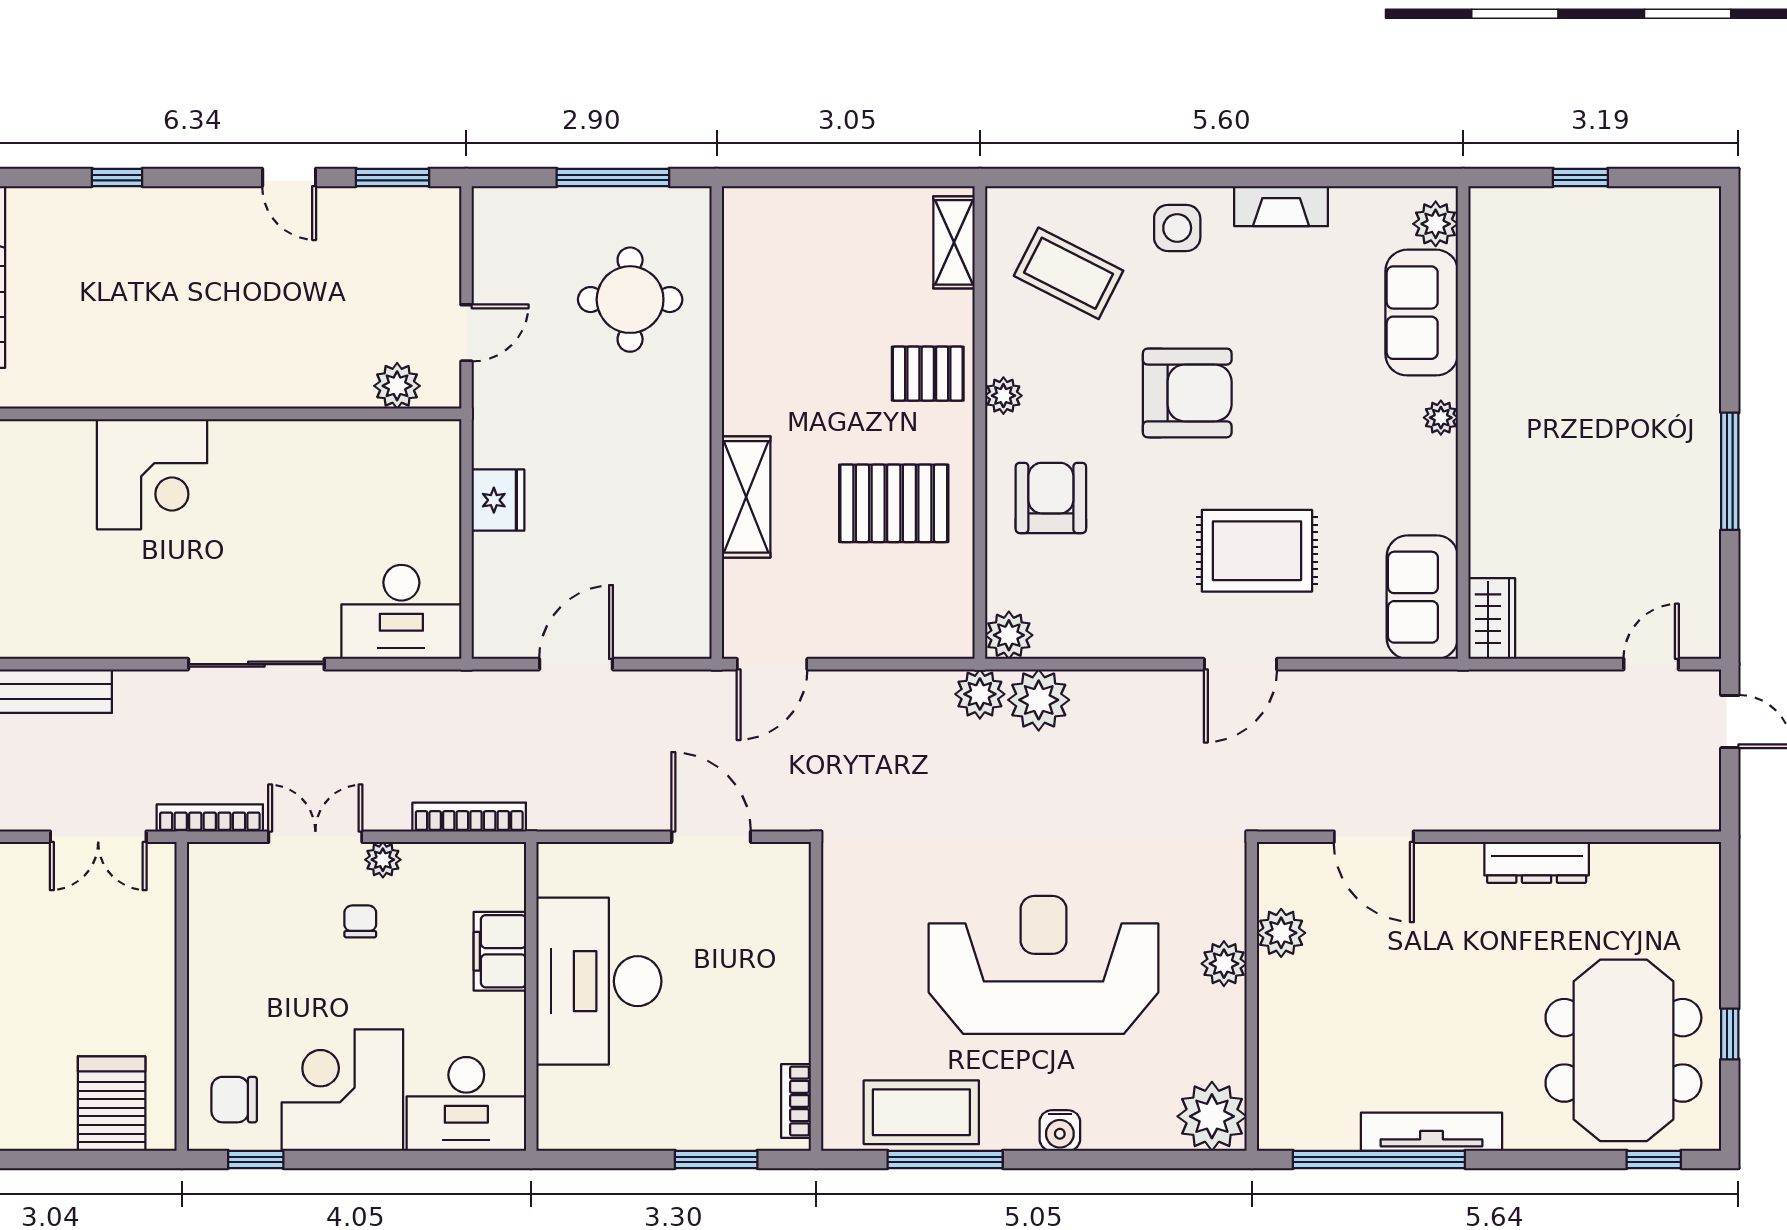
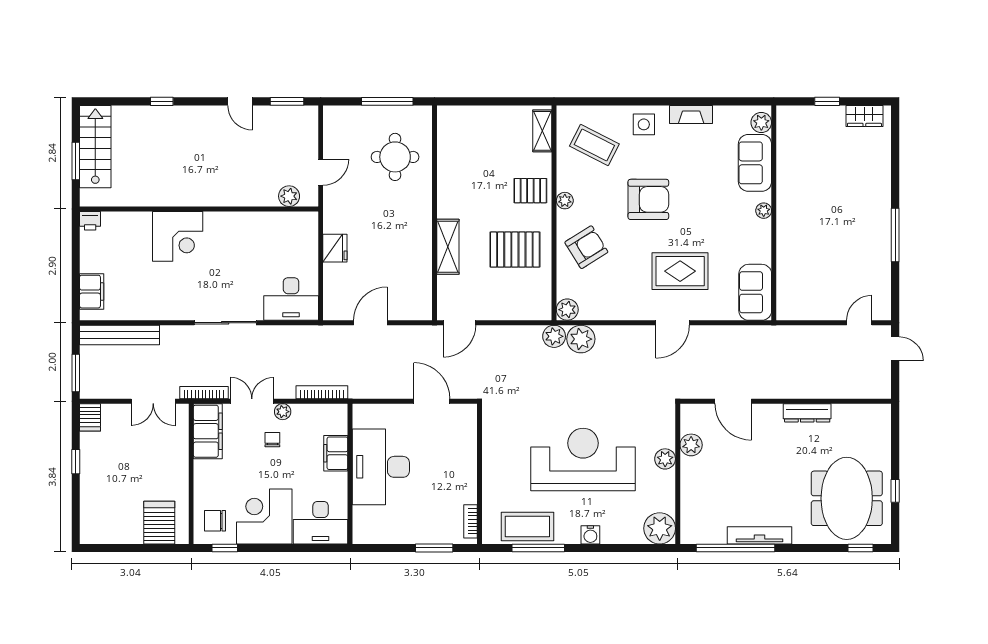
armchair: (1051, 498) -> (586, 247), turned 58
wardrobe: (1492, 619) -> (864, 116), moved, turned 90
filing cabinet: (218, 903) -> (208, 431), added

